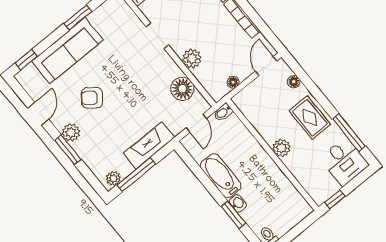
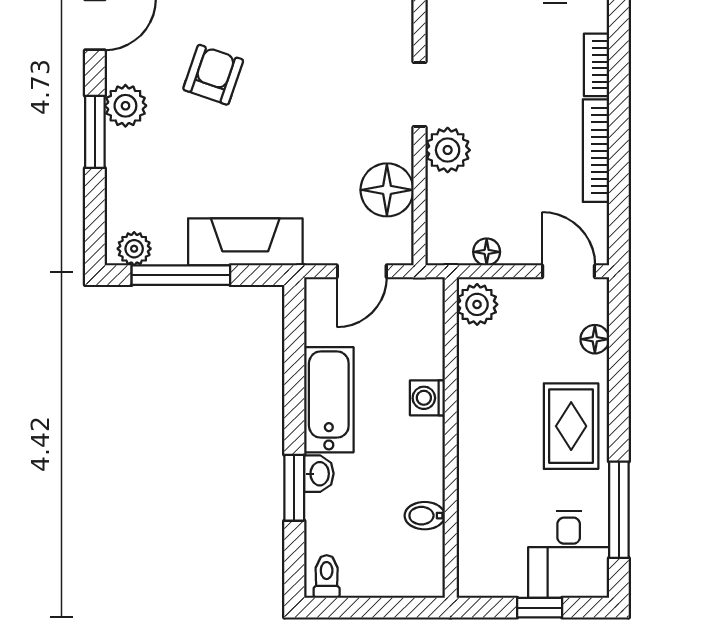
doorway: (157, 36) -> (419, 95), moved
door: (266, 66) -> (569, 271), hinge flipped
armchair: (92, 98) -> (213, 75), turned 71
bidet: (223, 112) -> (425, 516), moved
washing machine: (253, 148) -> (427, 398), added
plant: (281, 148) -> (477, 304), moved
window: (335, 199) -> (540, 608), moved

